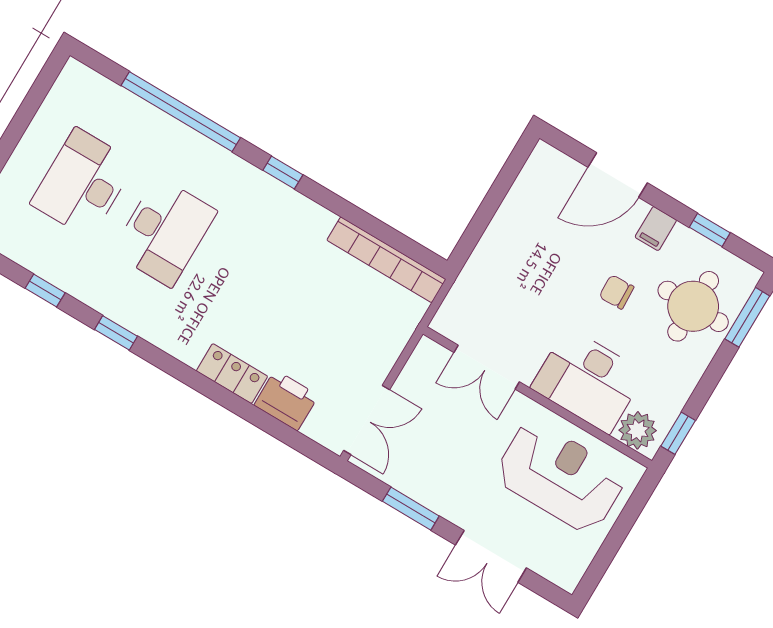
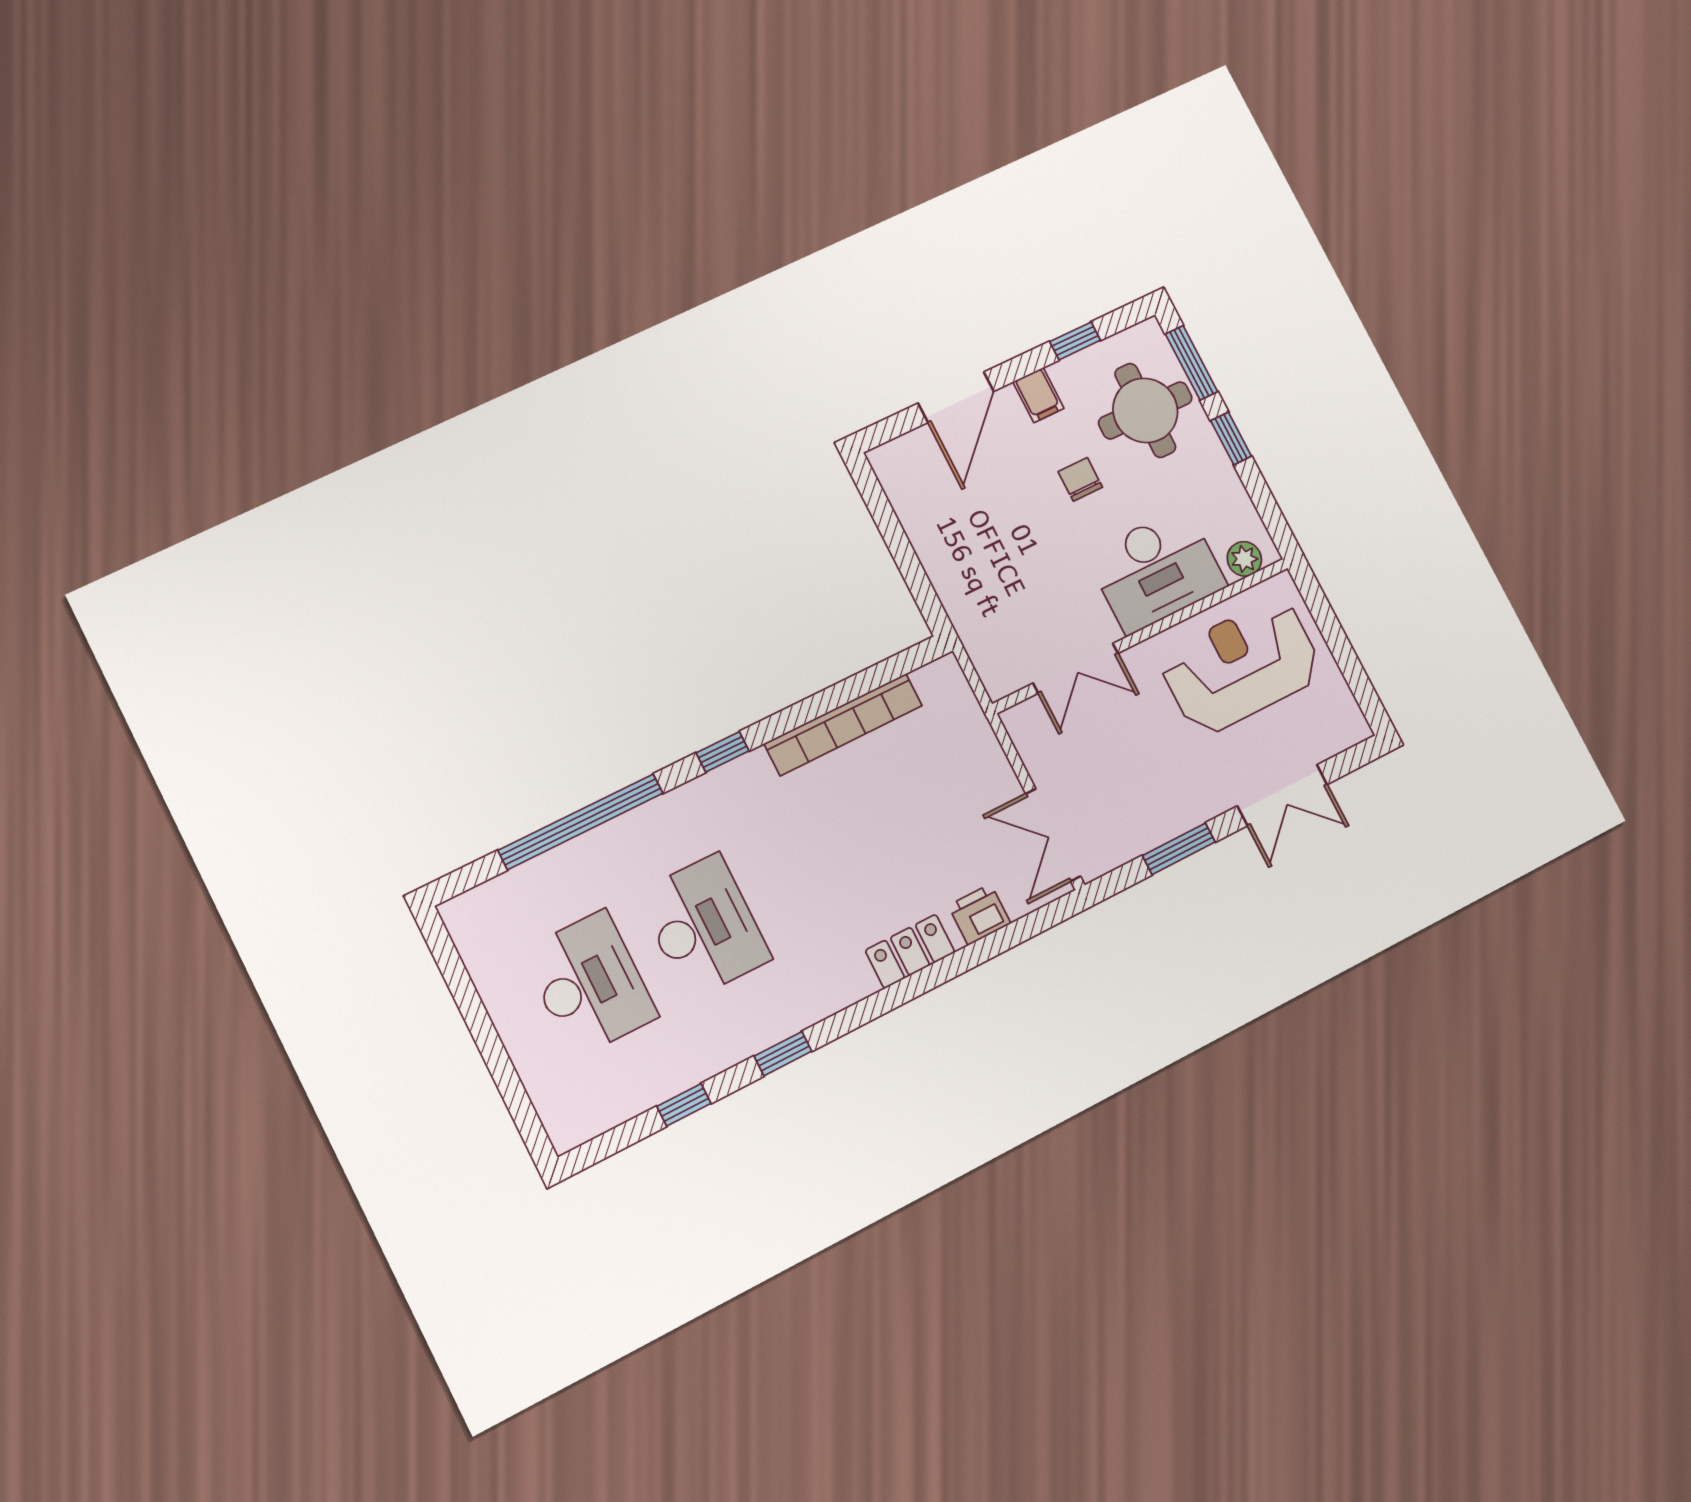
desk: (83, 183) -> (590, 984), turned 180
bookcase: (386, 260) -> (843, 725), moved
chair: (617, 292) -> (1080, 479), turned 92
printer: (286, 400) -> (979, 915), width x0.73, depth x0.81
double door: (367, 420) -> (1053, 835), swing flipped
plant: (638, 430) -> (1244, 559), width x0.73, depth x0.73
window: (678, 433) -> (1231, 438), moved

